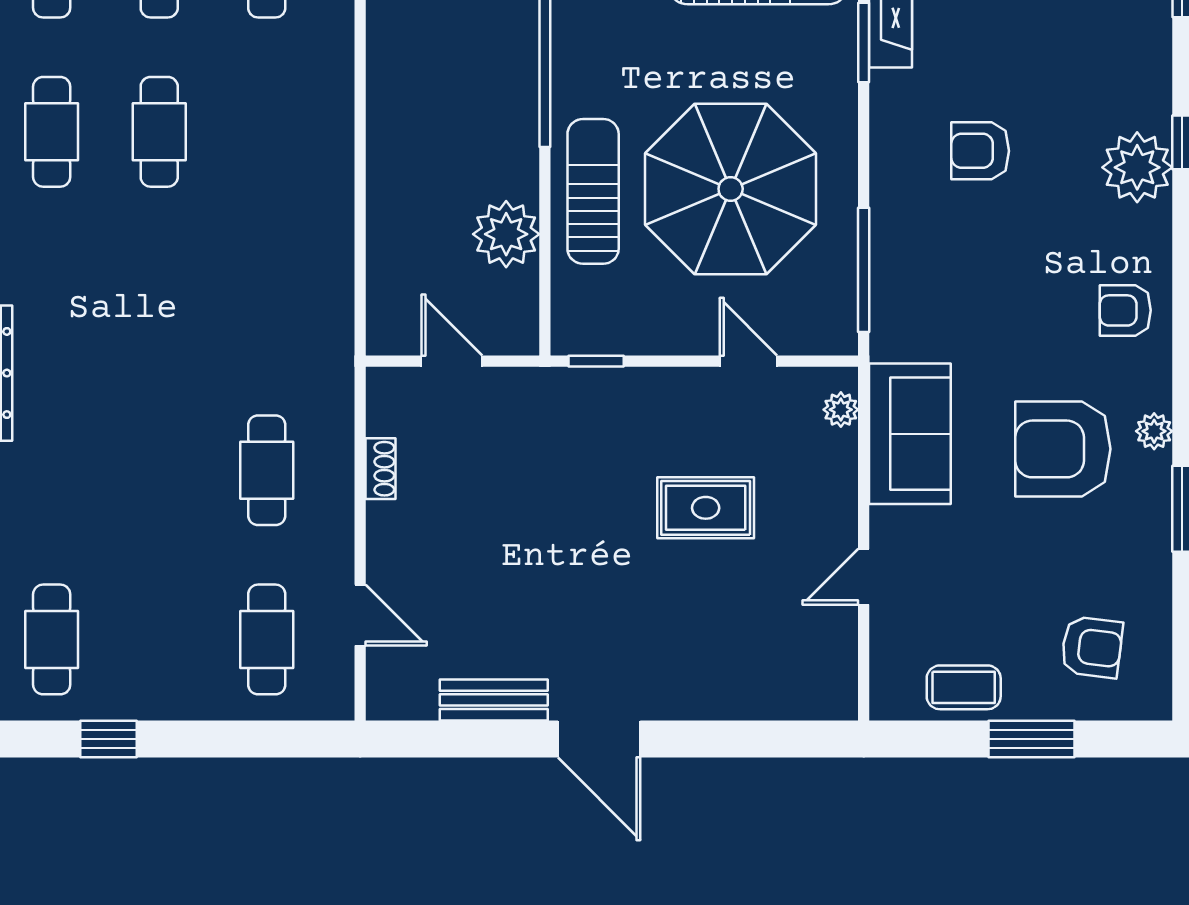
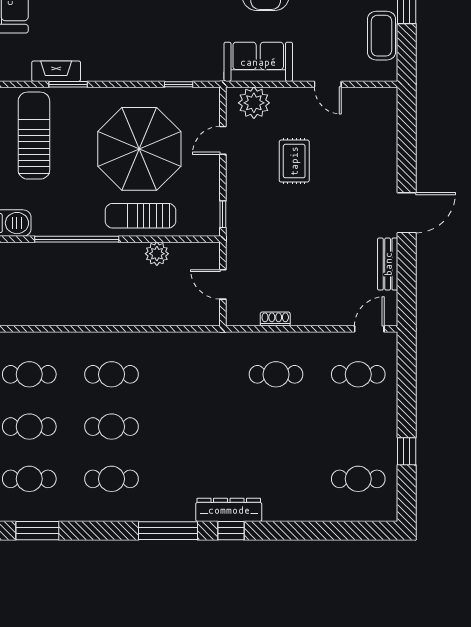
cafe table: (267, 132) -> (112, 374), added
armchair: (980, 151) -> (121, 28), removed
plant: (506, 234) -> (157, 254), width x0.73, depth x0.73
window: (864, 270) -> (179, 84), width x0.46
door: (452, 361) -> (223, 284), hinge flipped
plant: (841, 410) -> (254, 103), width x1.87, depth x1.87
door: (360, 615) -> (369, 329), moved
coffee table: (964, 687) -> (381, 36), width x1.36, depth x1.30

